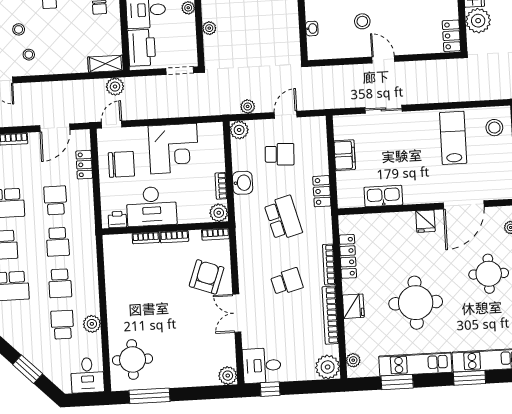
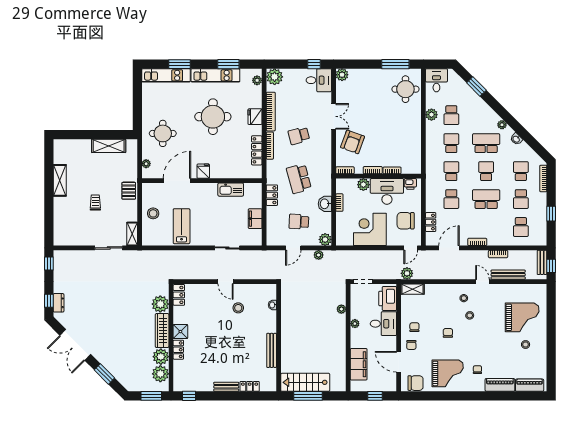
stool: (494, 128) -> (153, 213), moved
lab bench: (453, 138) -> (182, 226), turned 180
plant: (219, 213) -> (363, 185), moved

